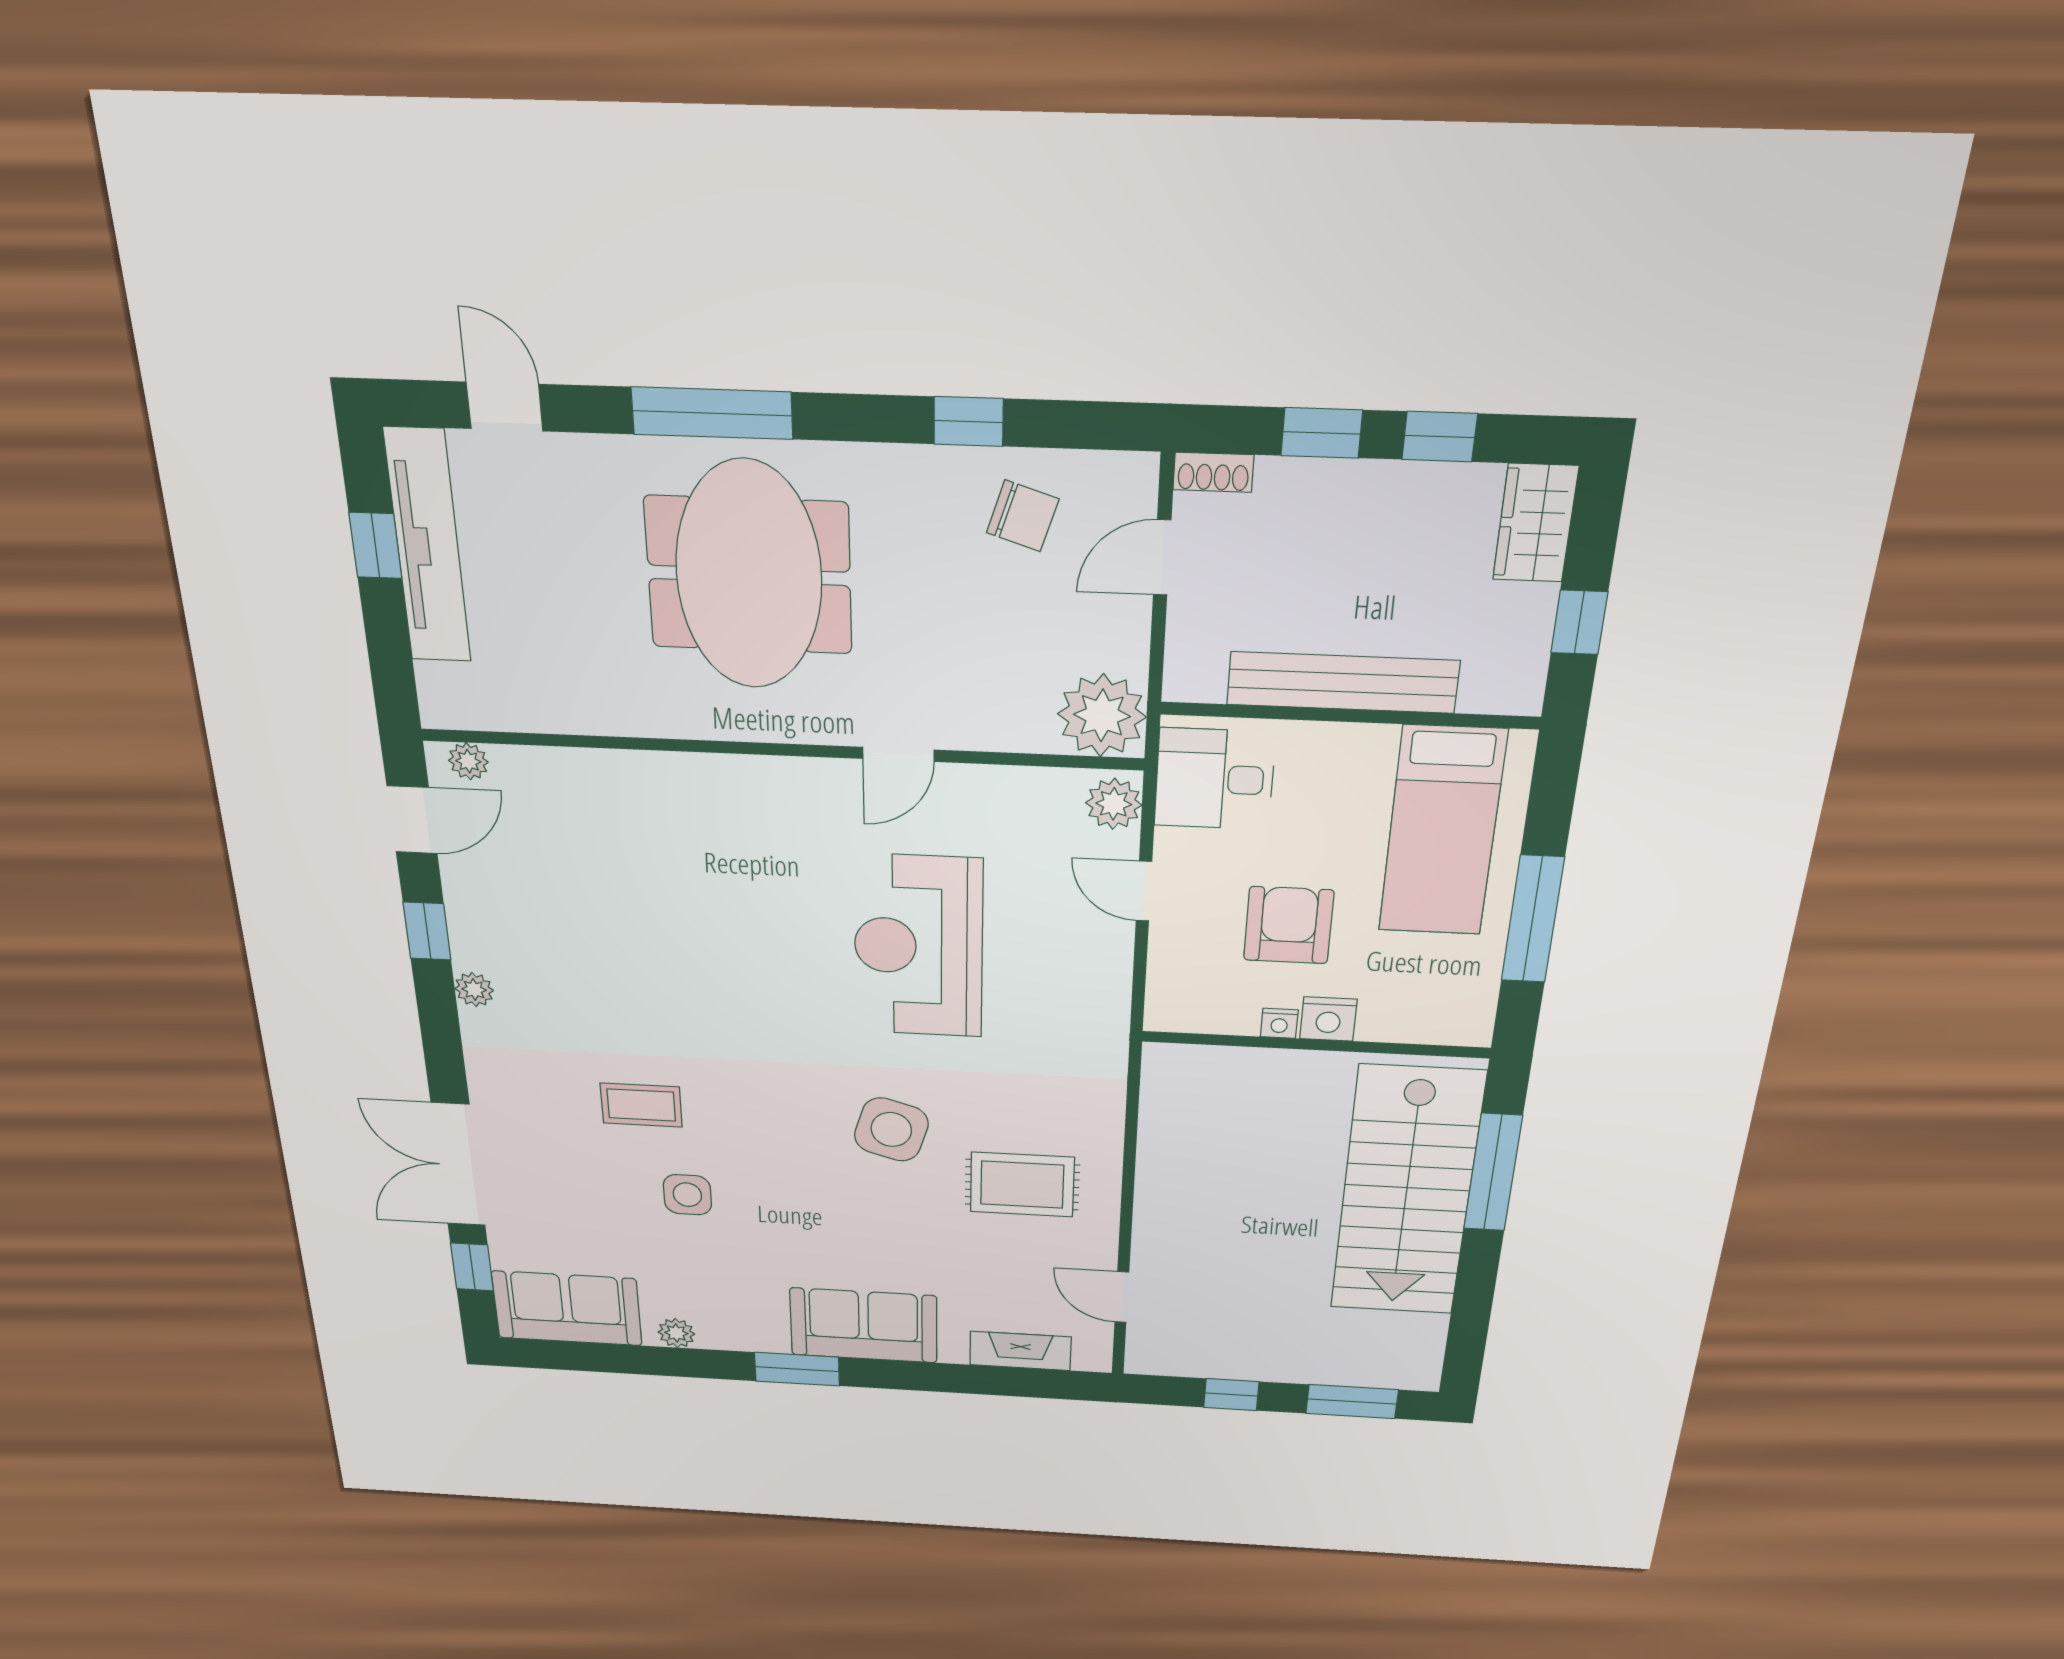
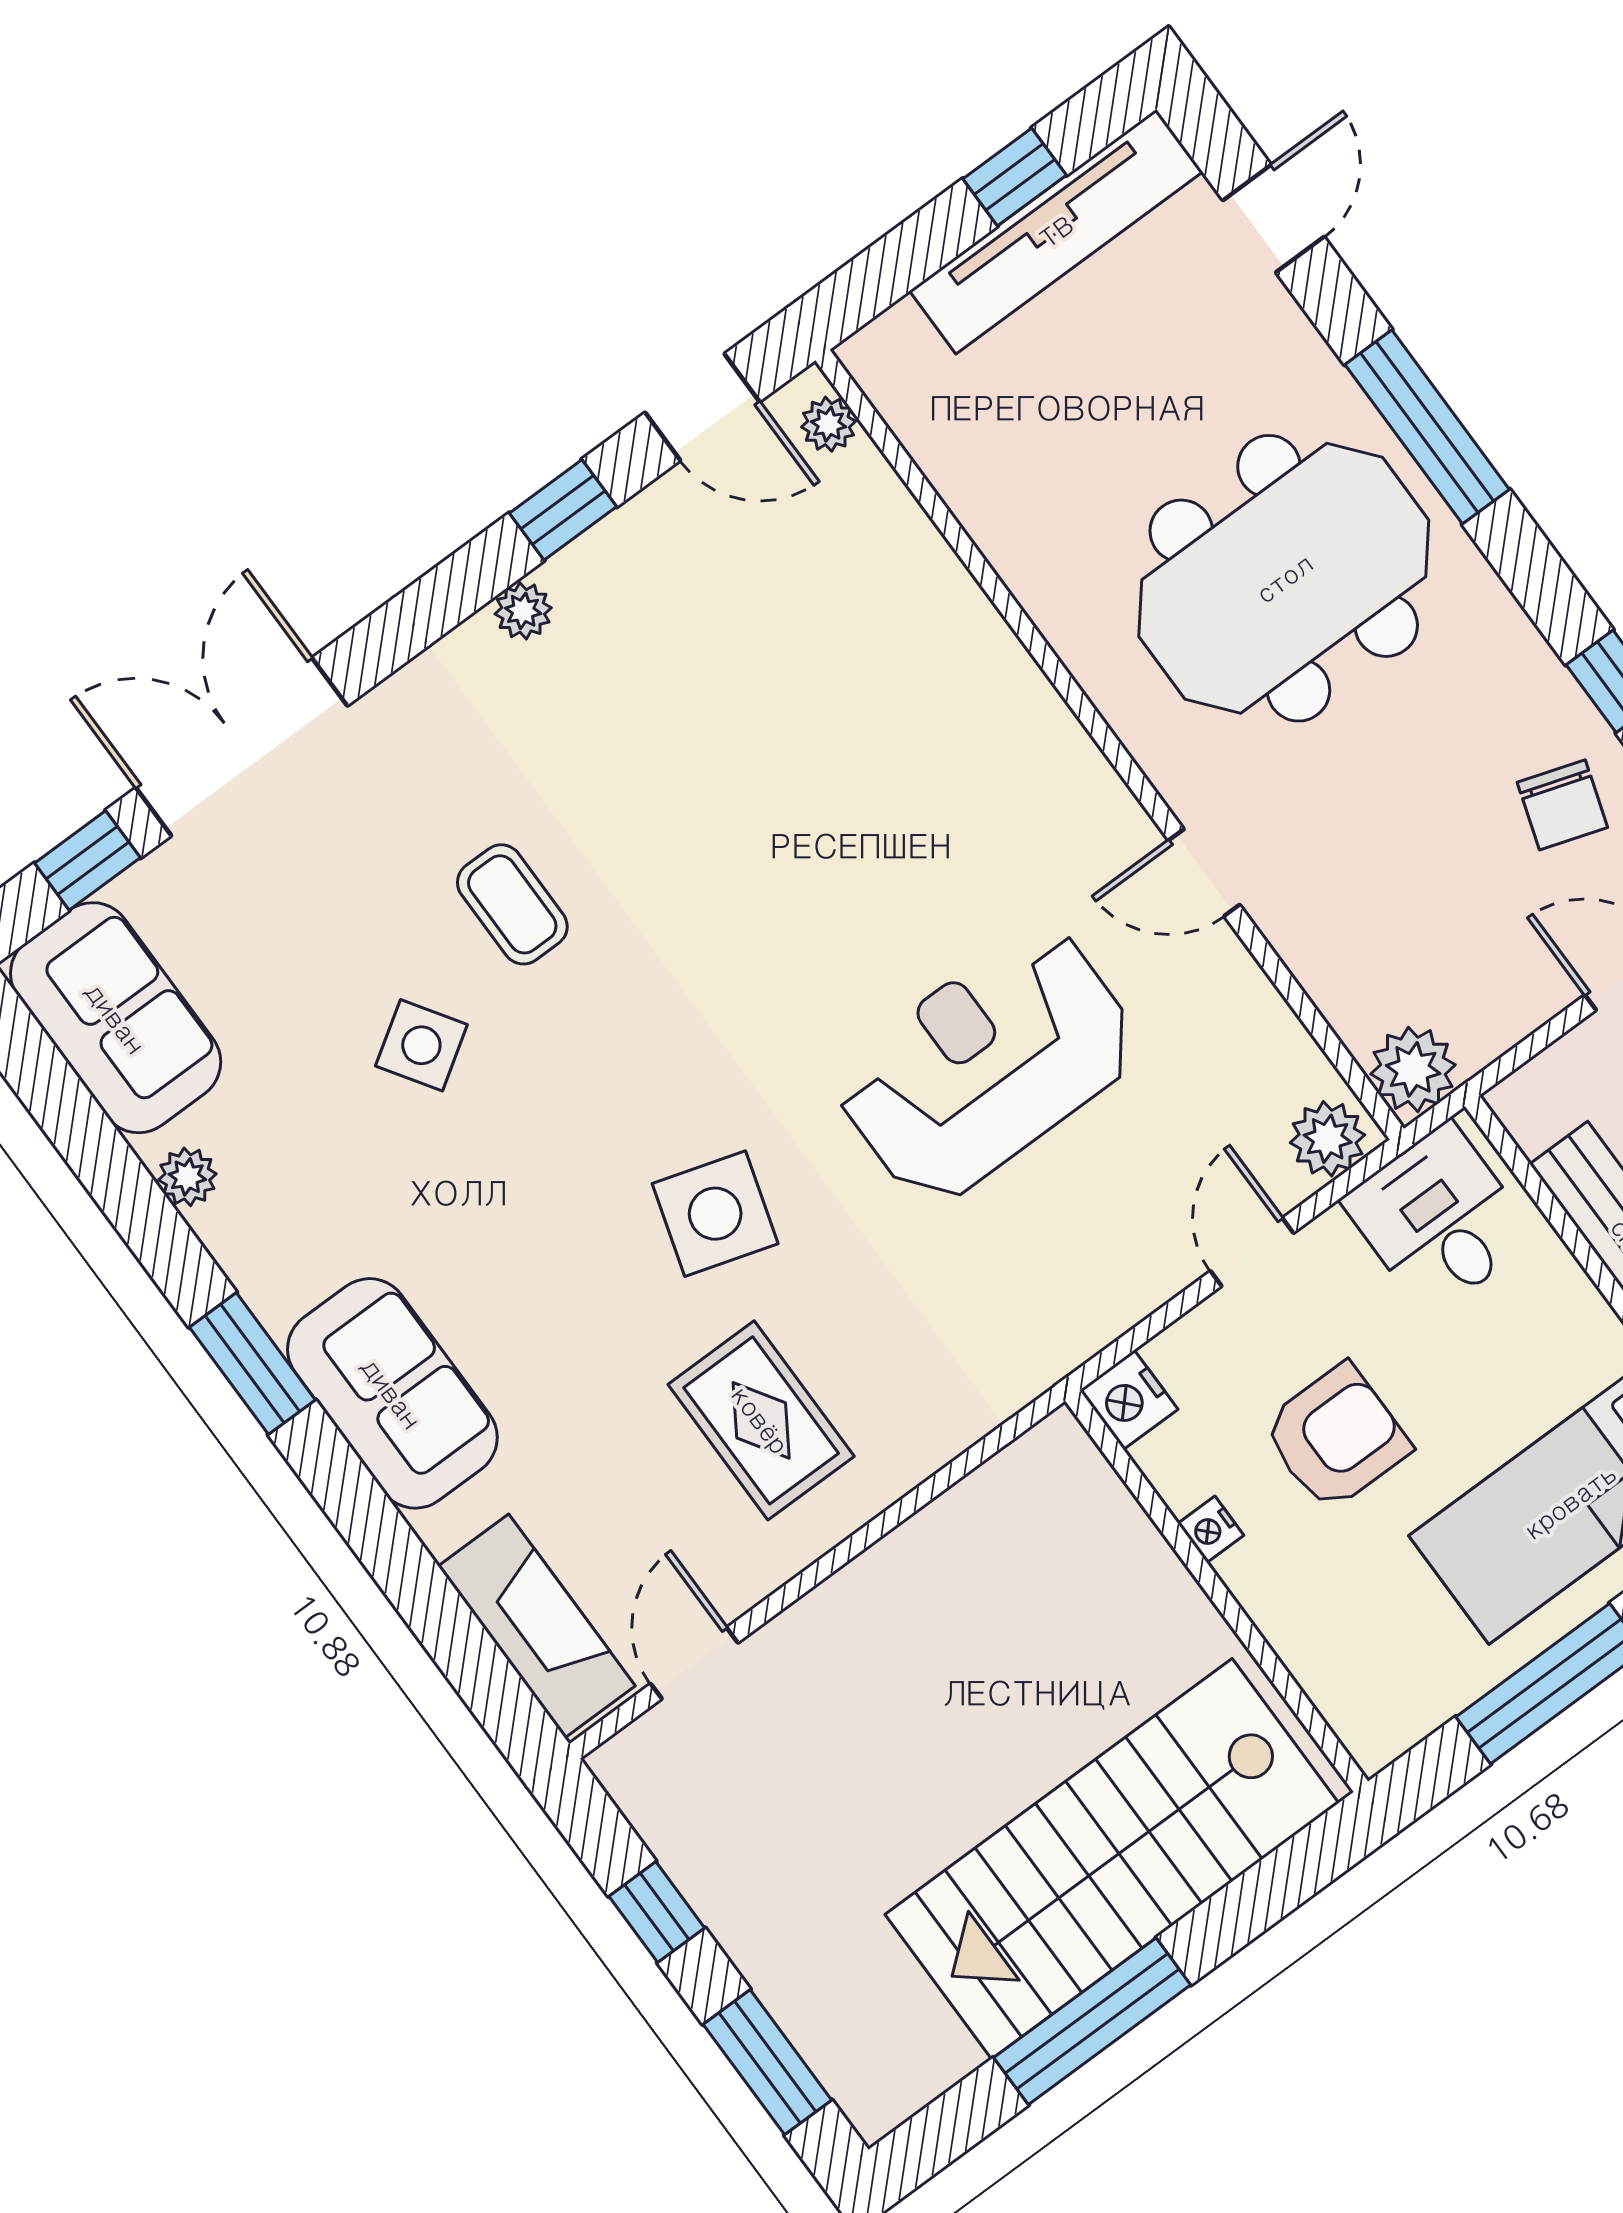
plant: (1102, 715) -> (1413, 1069), width x0.73, depth x0.73
nightstand: (1328, 1019) -> (1129, 1400), moved
window: (1493, 1173) -> (1092, 2021), moved
side table: (687, 1195) -> (421, 1045), turned -33
fireplace: (1020, 1351) -> (537, 1626), width x1.37, depth x1.32

